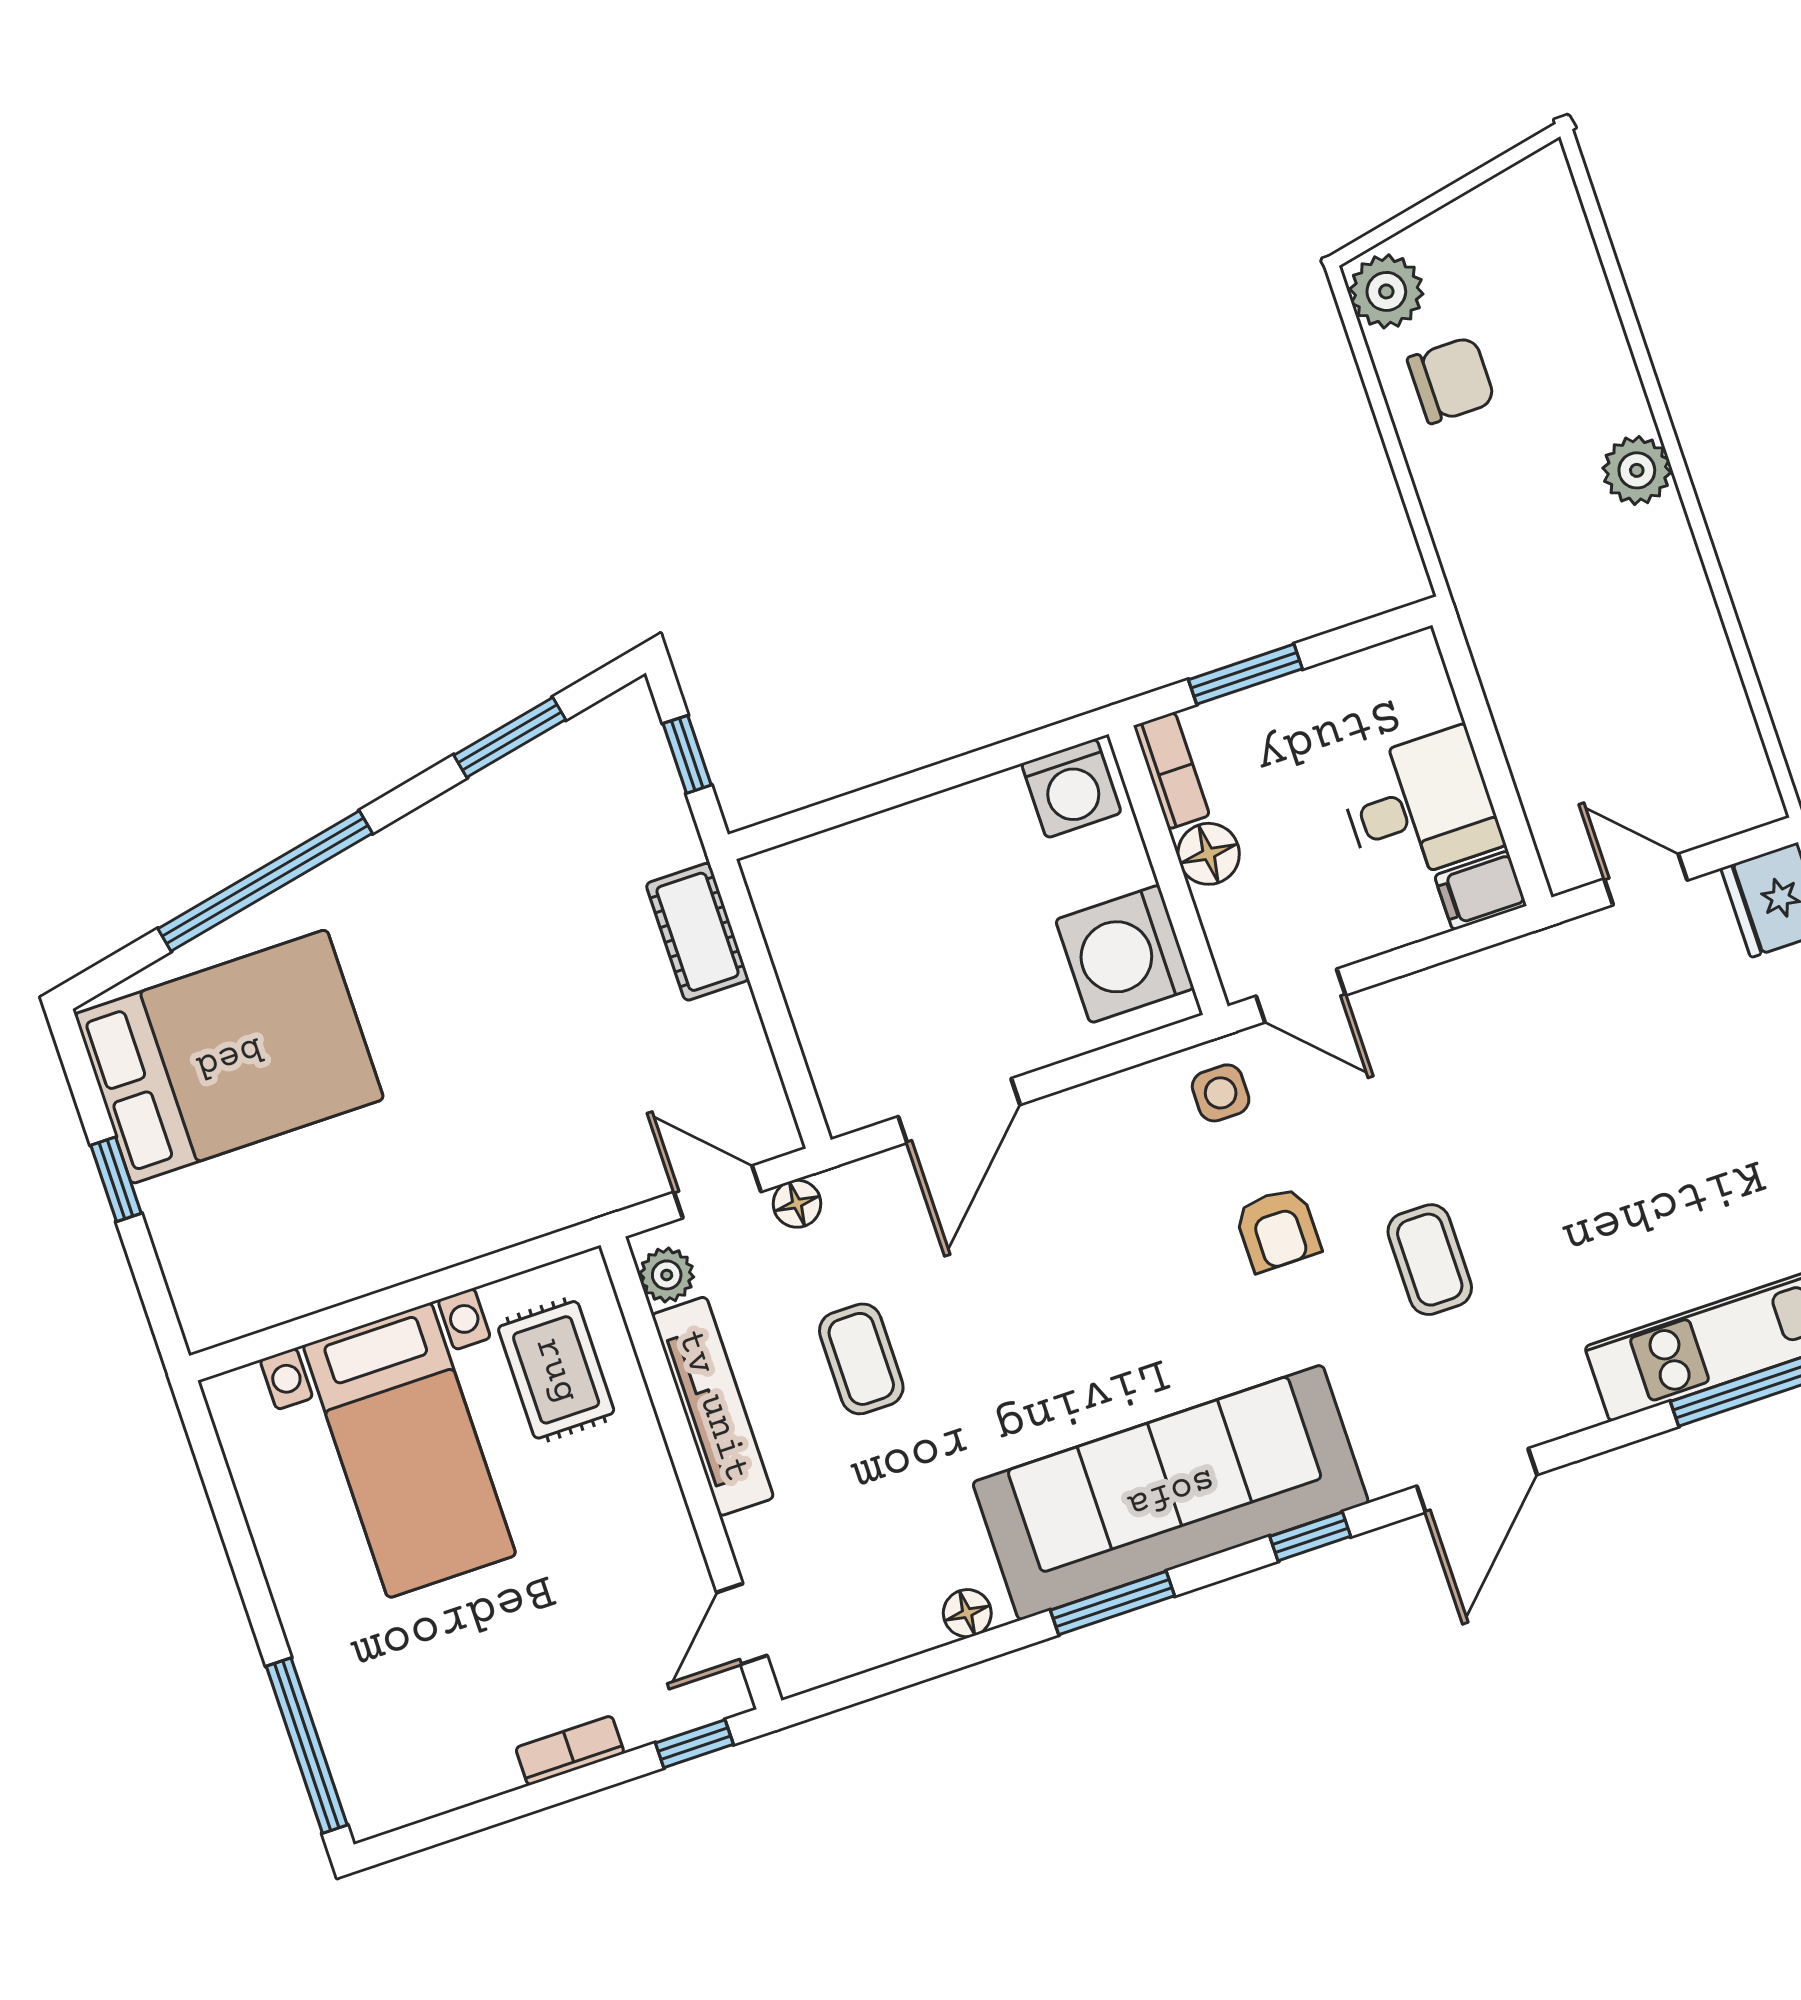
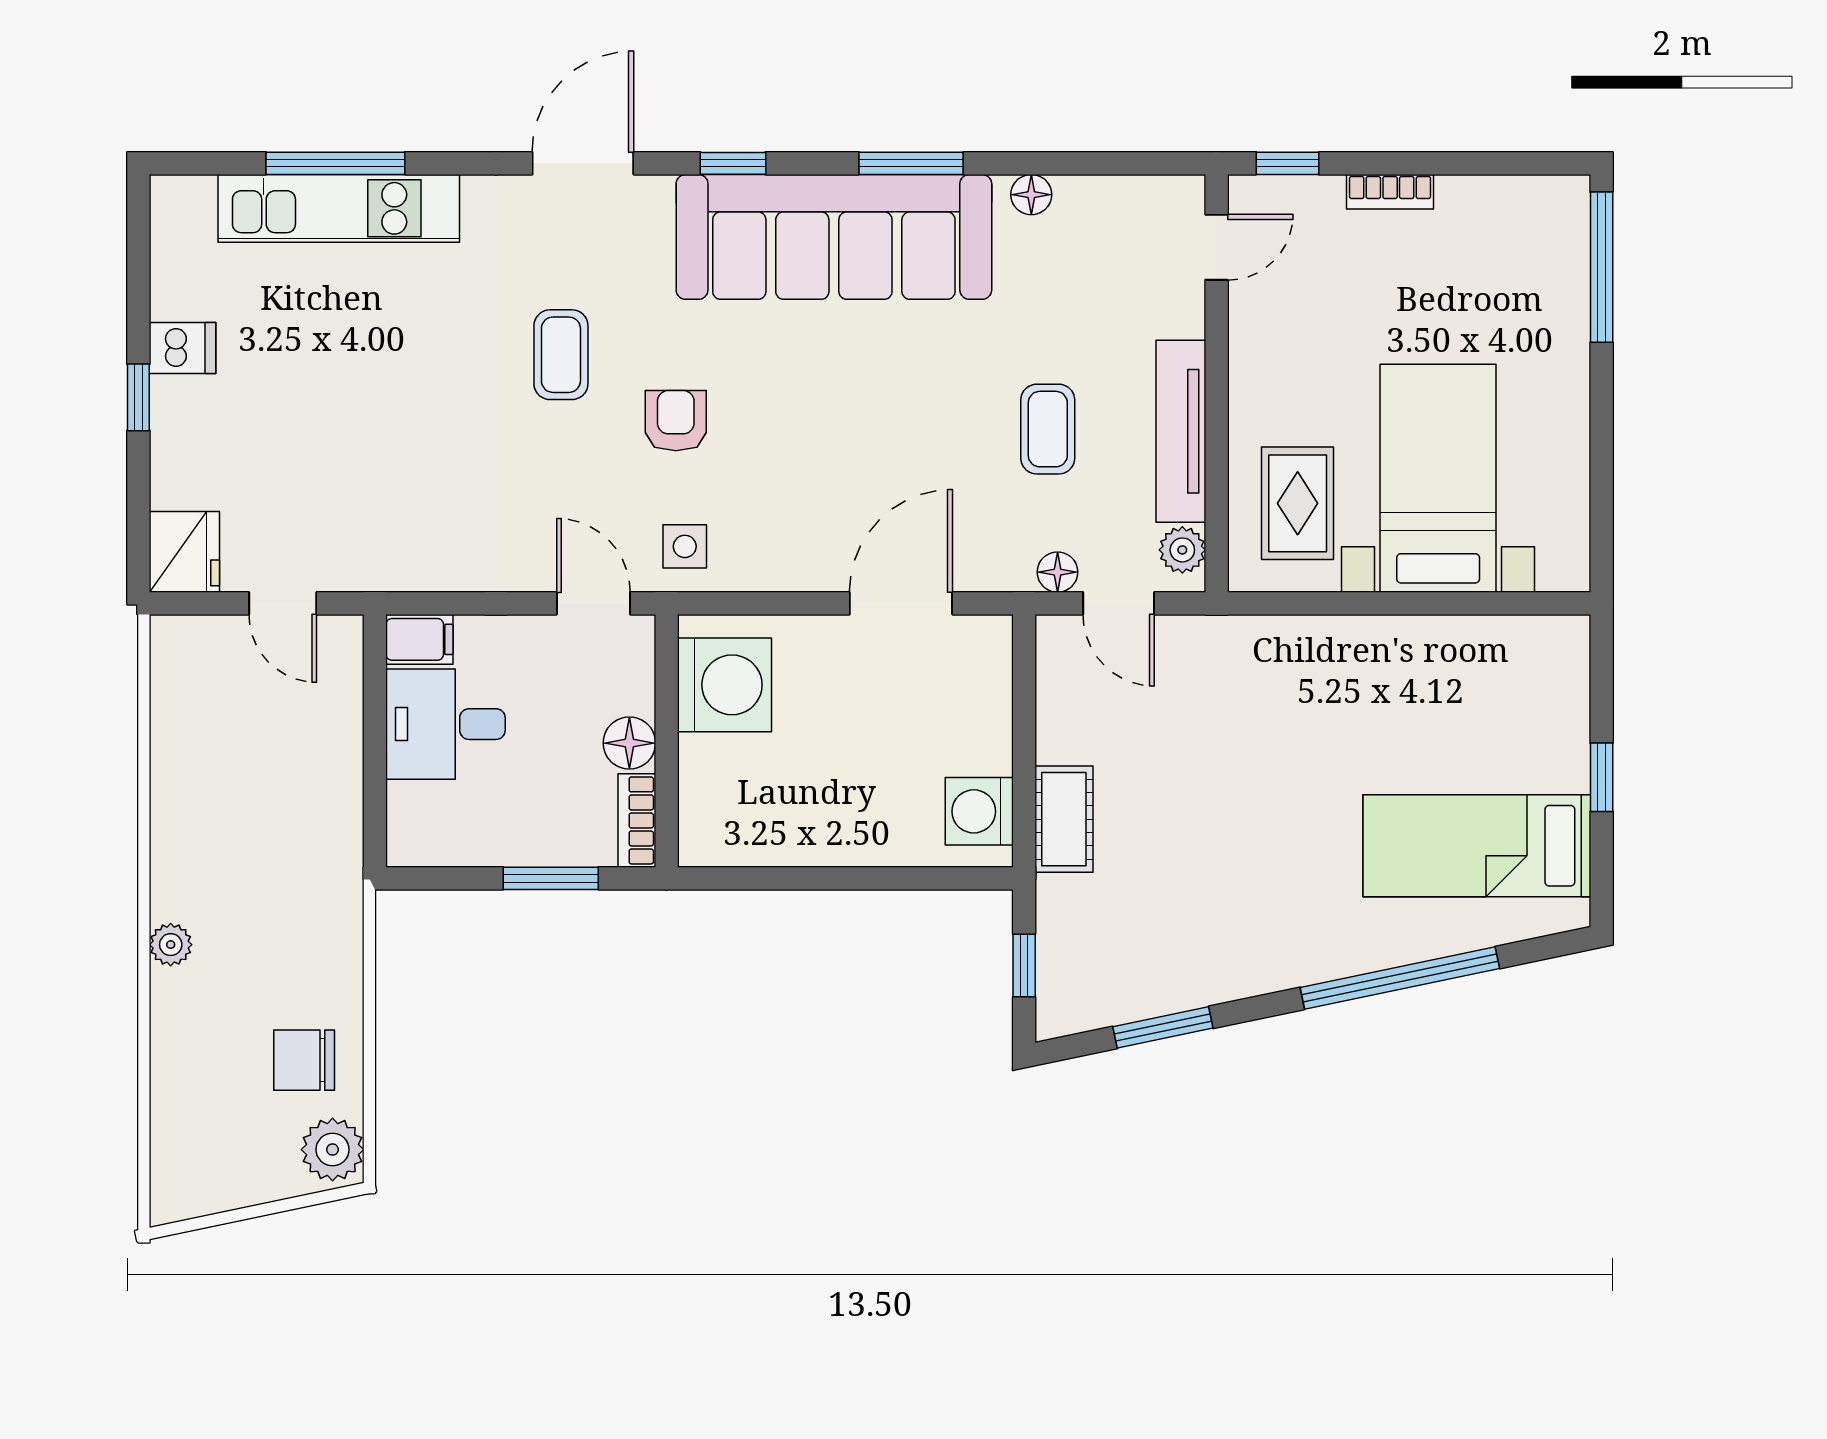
plant: (1637, 470) -> (171, 945), width x0.73, depth x0.73
washing machine: (1071, 788) -> (979, 811), moved, turned -90
bed: (229, 1057) -> (1477, 846), width x0.67

